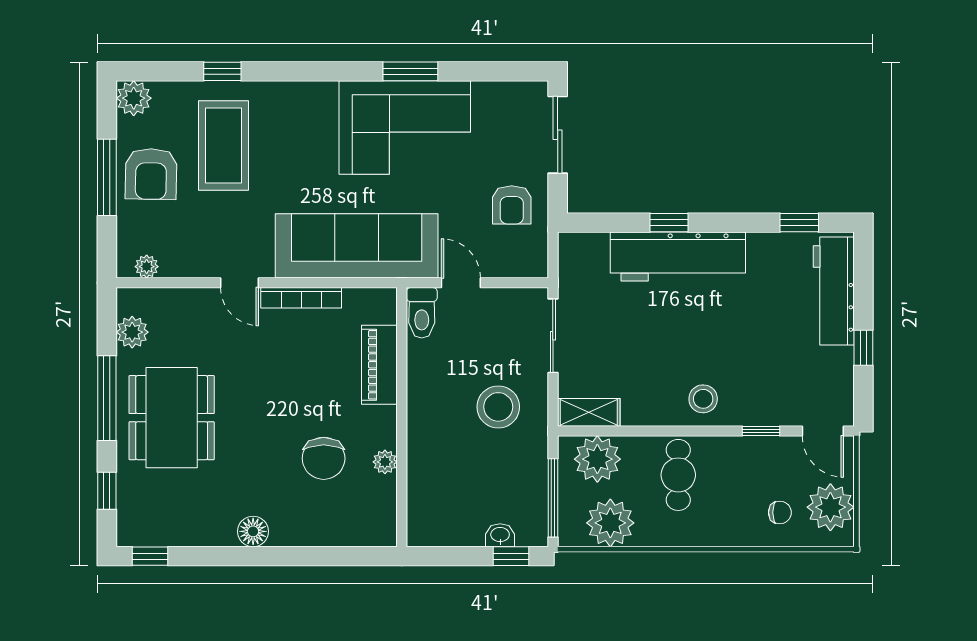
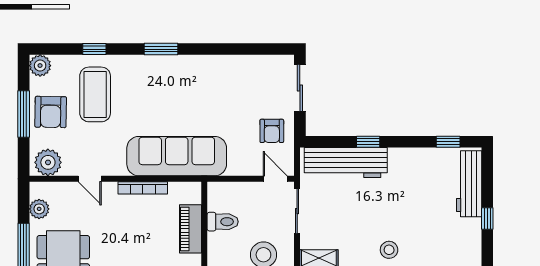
window: (410, 71) -> (161, 49), moved
corner sofa: (405, 127) -> (206, 83), removed
workbench: (678, 256) -> (346, 163), moved
plant: (147, 267) -> (48, 162), width x1.88, depth x1.88
door: (240, 283) -> (90, 179), moved
door: (461, 283) -> (275, 179), moved
toilet: (422, 313) -> (223, 222), moved, turned -90

